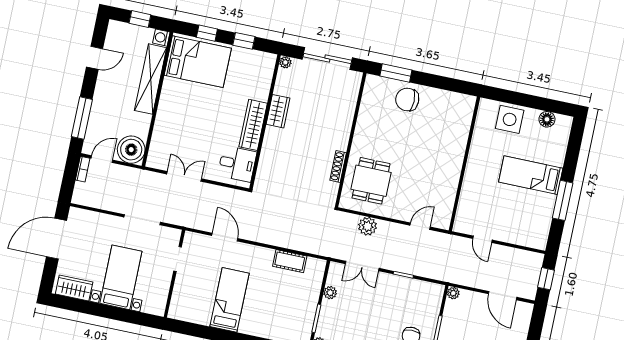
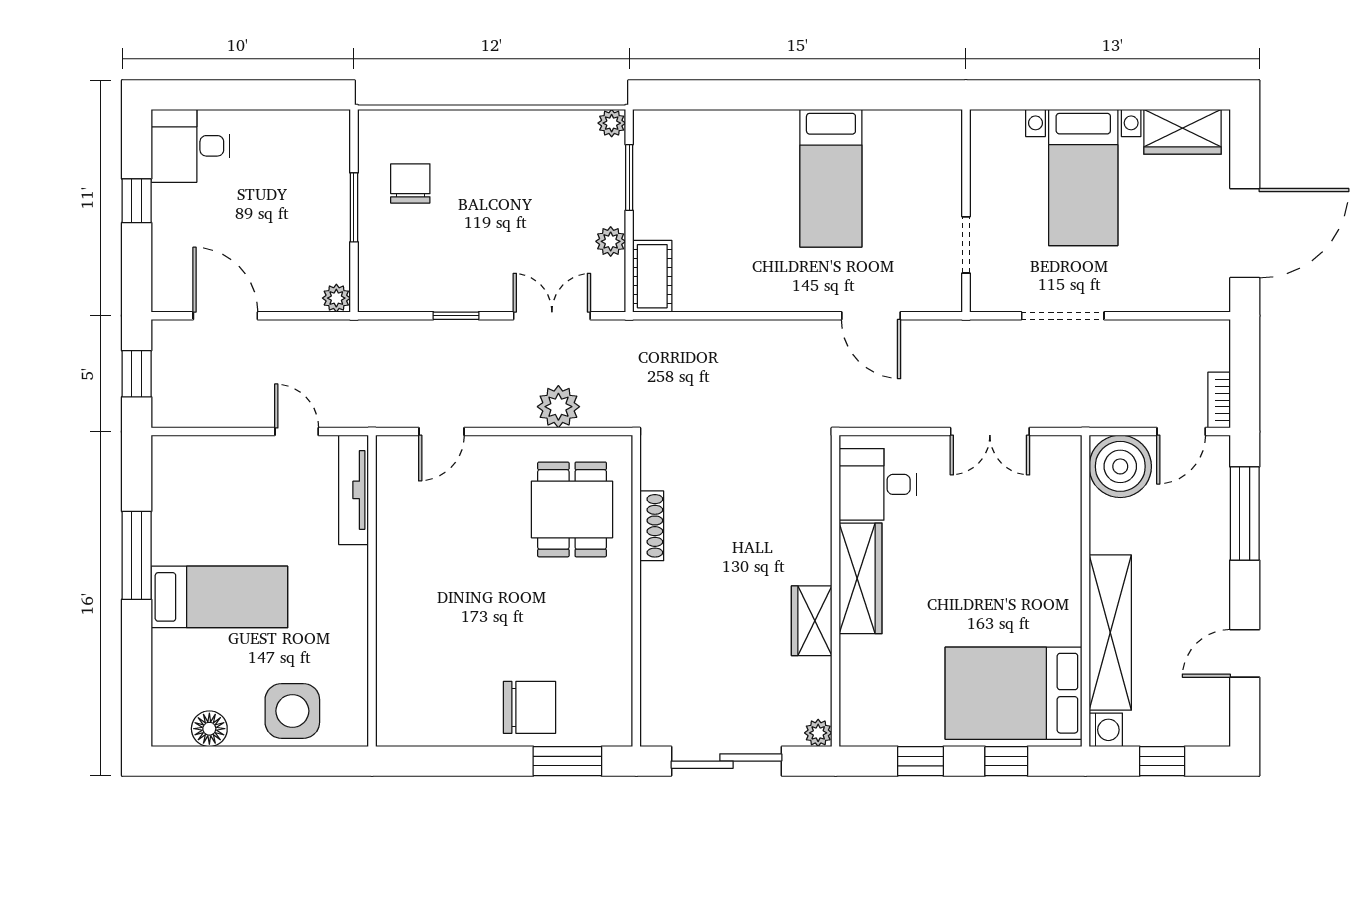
tv unit: (463, 209) -> (354, 490), added
cot: (290, 261) -> (652, 276), moved, turned 90

